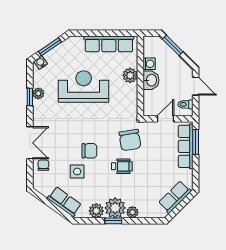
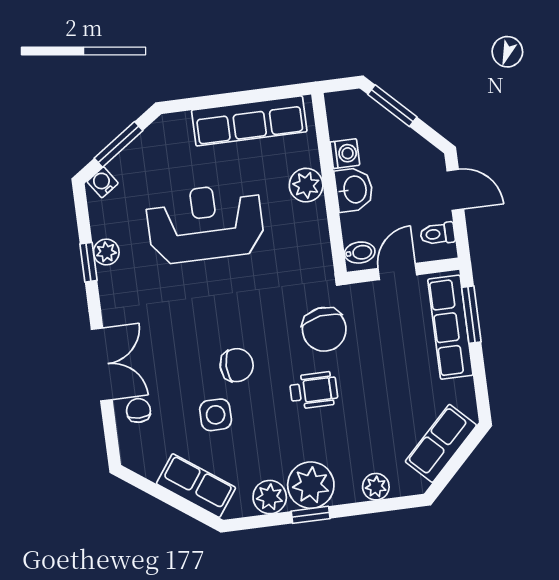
bidet: (150, 108) -> (360, 253), added
plant: (132, 212) -> (376, 487), moved

